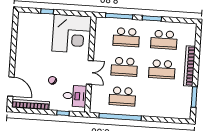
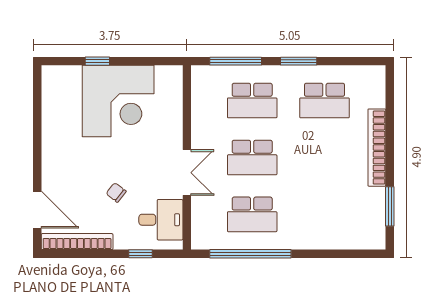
corner desk: (72, 34) -> (118, 101), moved
school desk: (162, 69) -> (324, 157), removed

